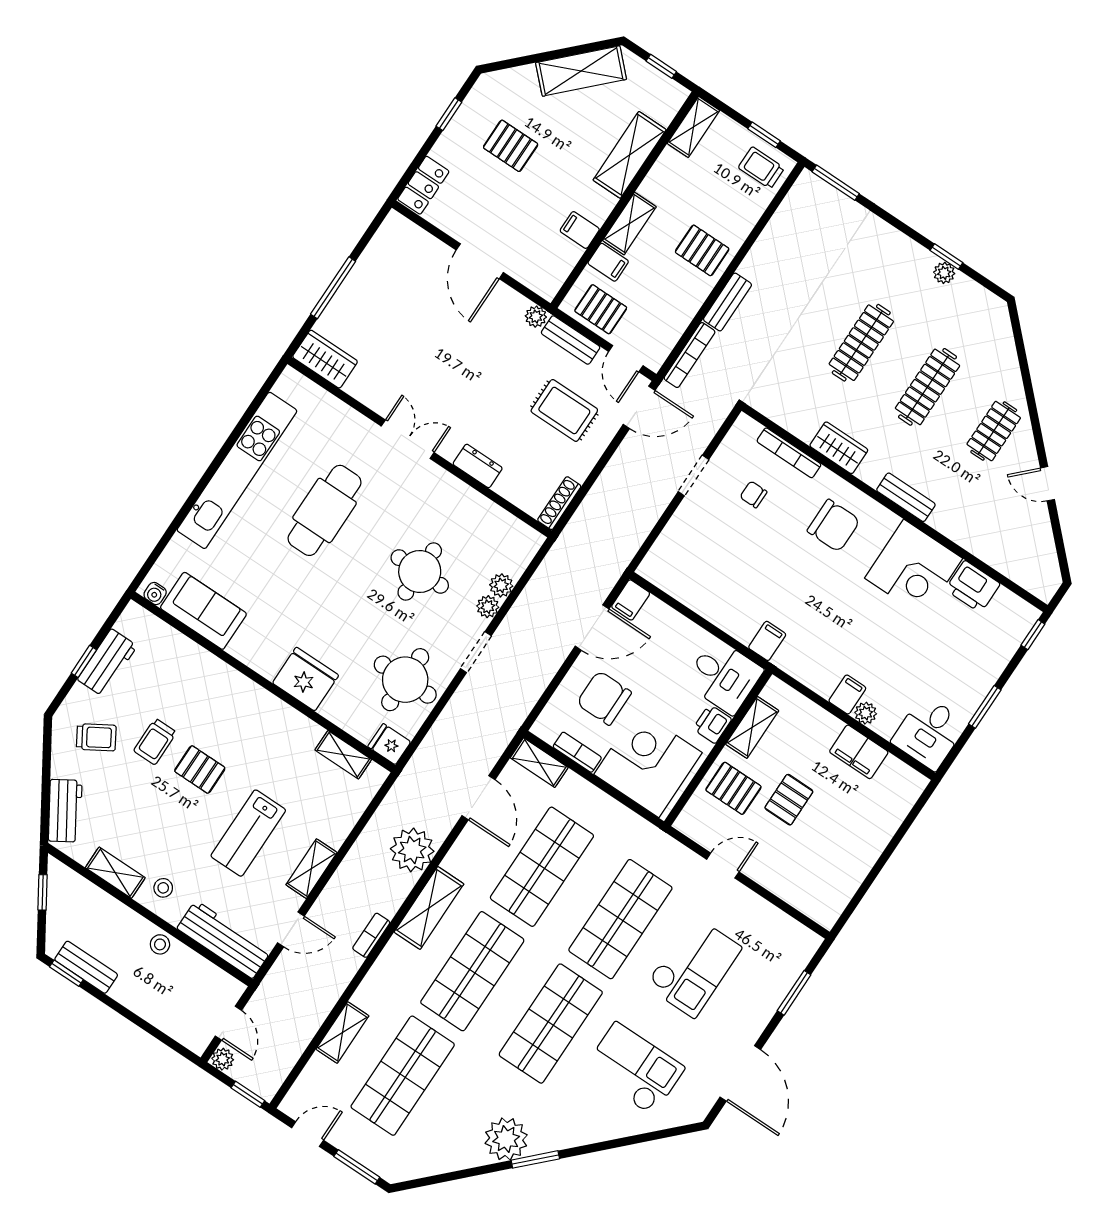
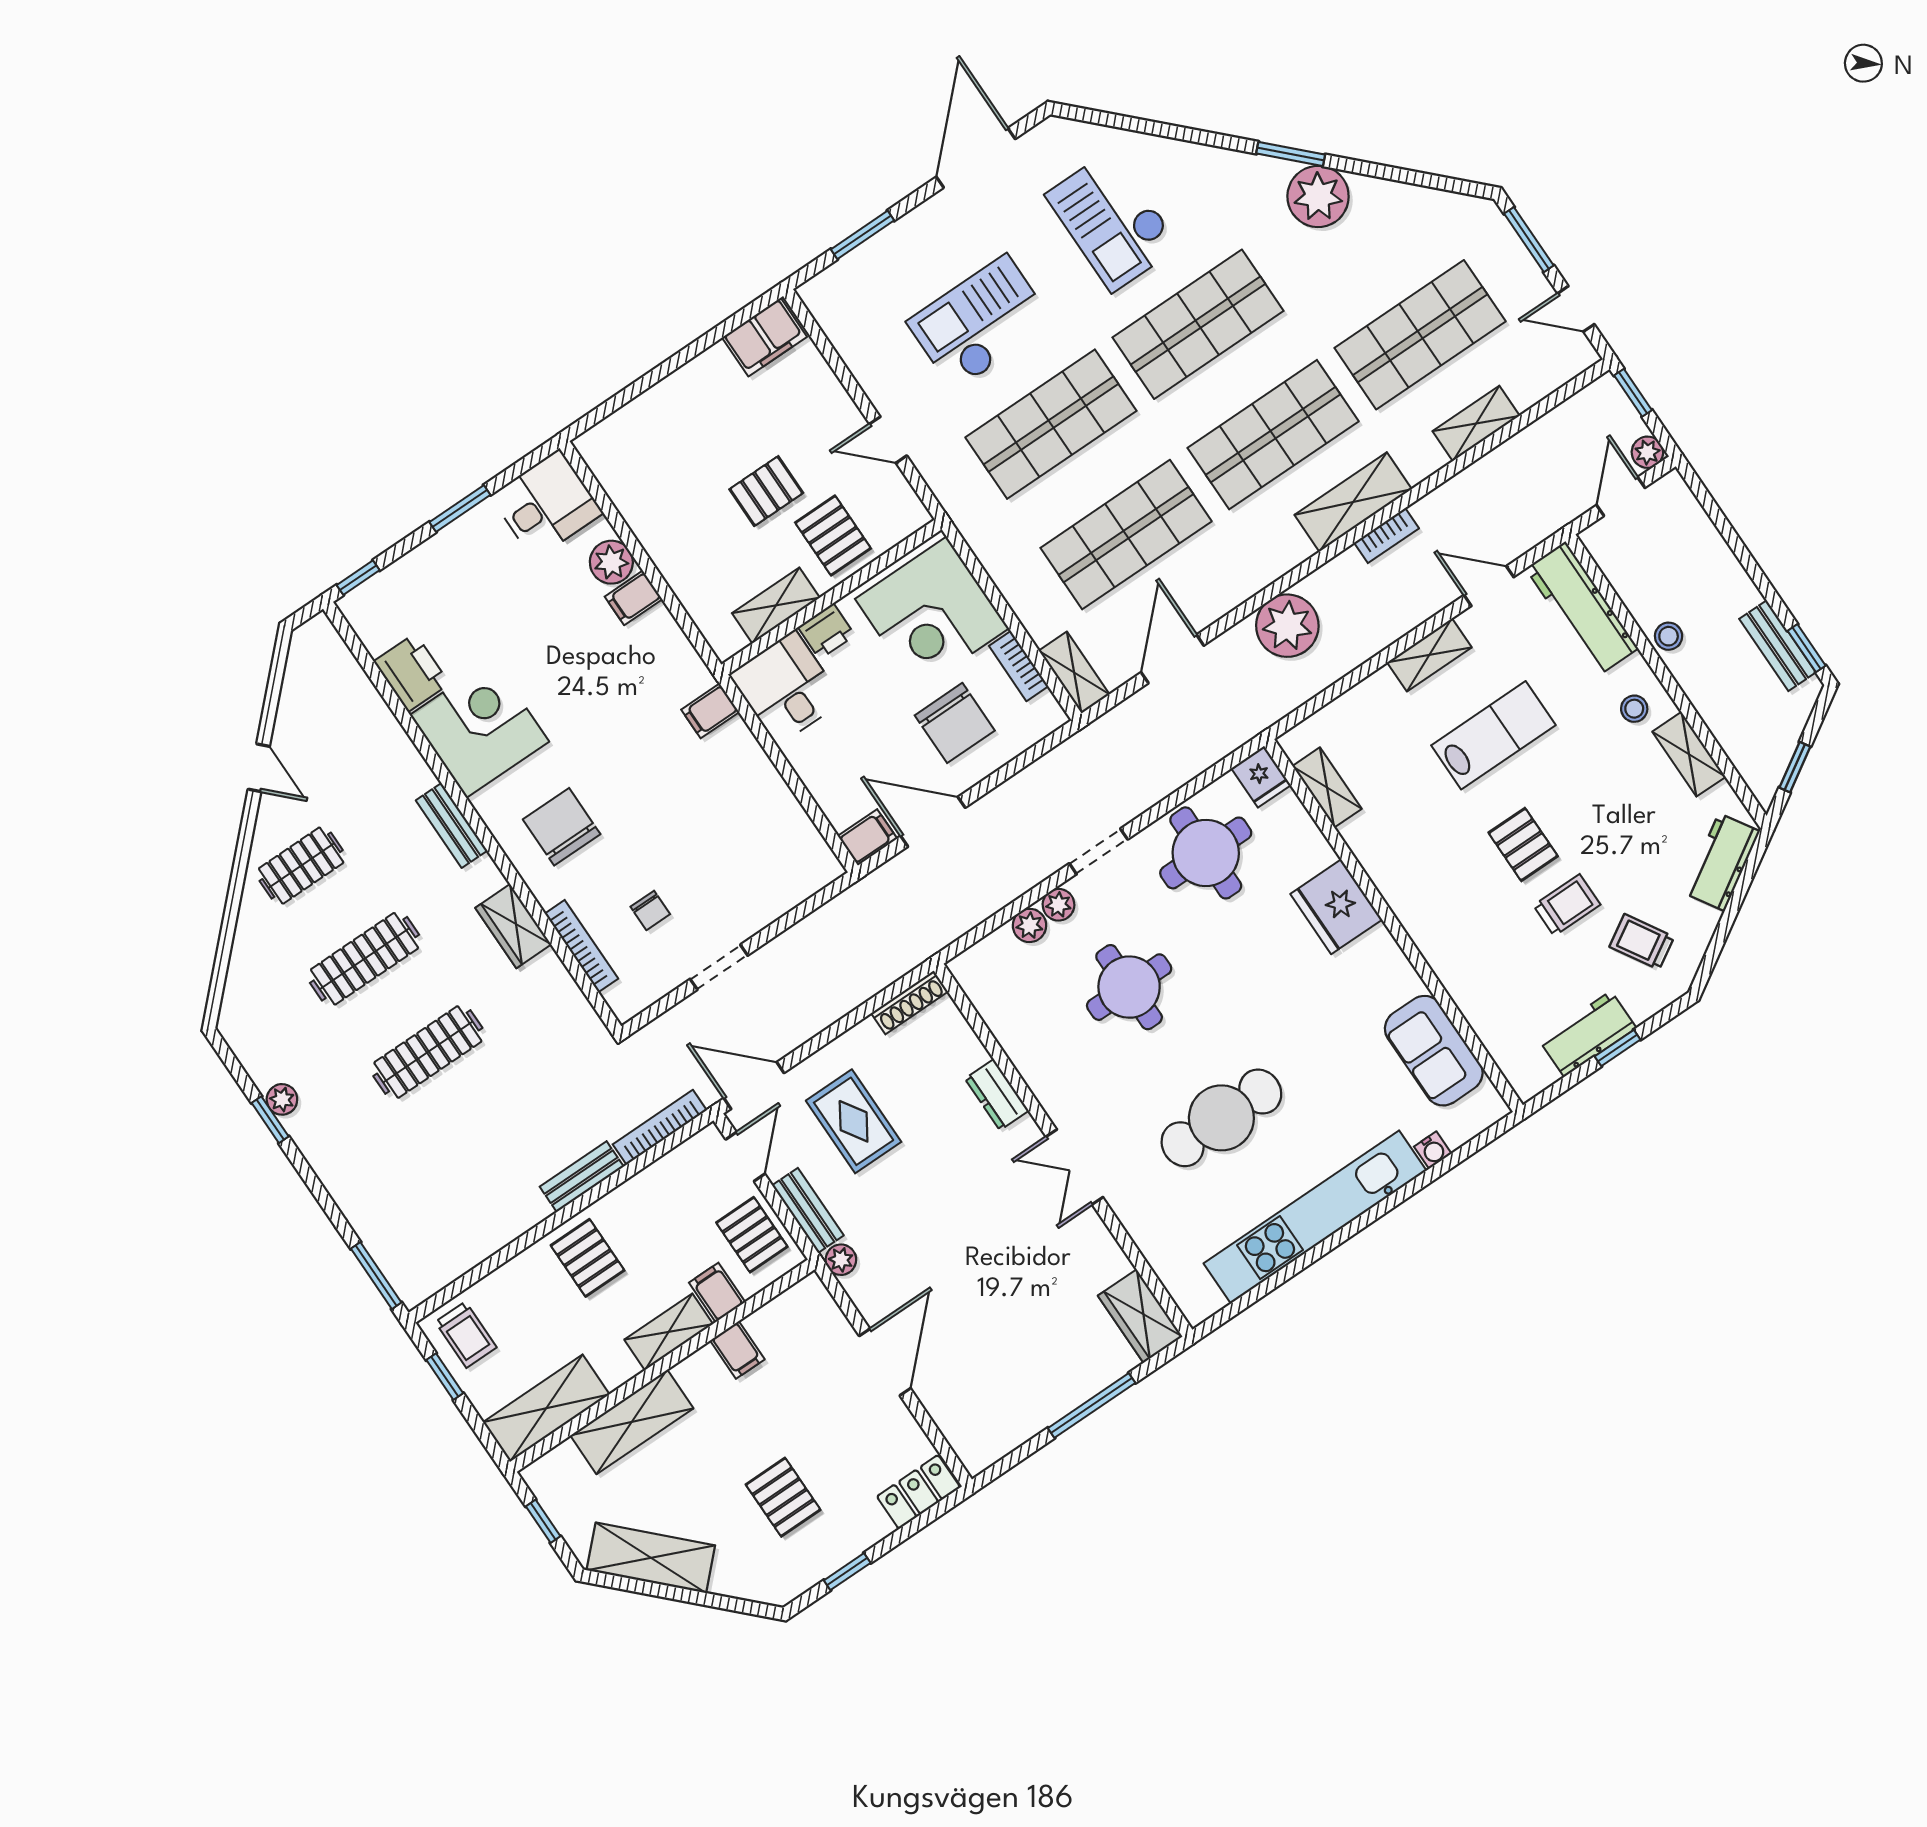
shelving: (693, 127) -> (546, 1408), width x1.50, depth x1.33
water cooler: (155, 593) -> (1433, 1150), moved, turned 90
plant: (866, 713) -> (611, 562), width x1.38, depth x1.38
filing cabinet: (859, 752) -> (764, 337), moved, turned 90
shelving: (429, 908) -> (1353, 502), moved

